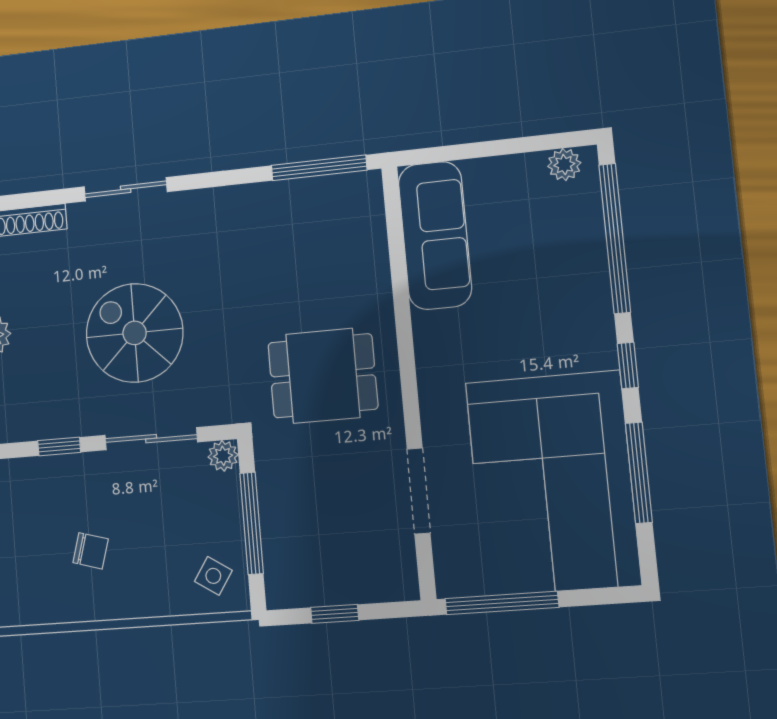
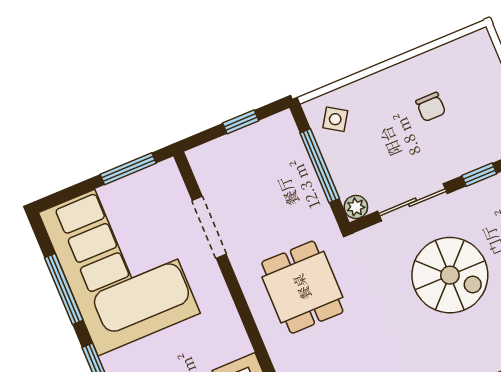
dining table: (323, 376) -> (302, 287), turned 90
chair: (91, 551) -> (431, 107), turned -106
window: (502, 603) -> (128, 169), width x0.69

